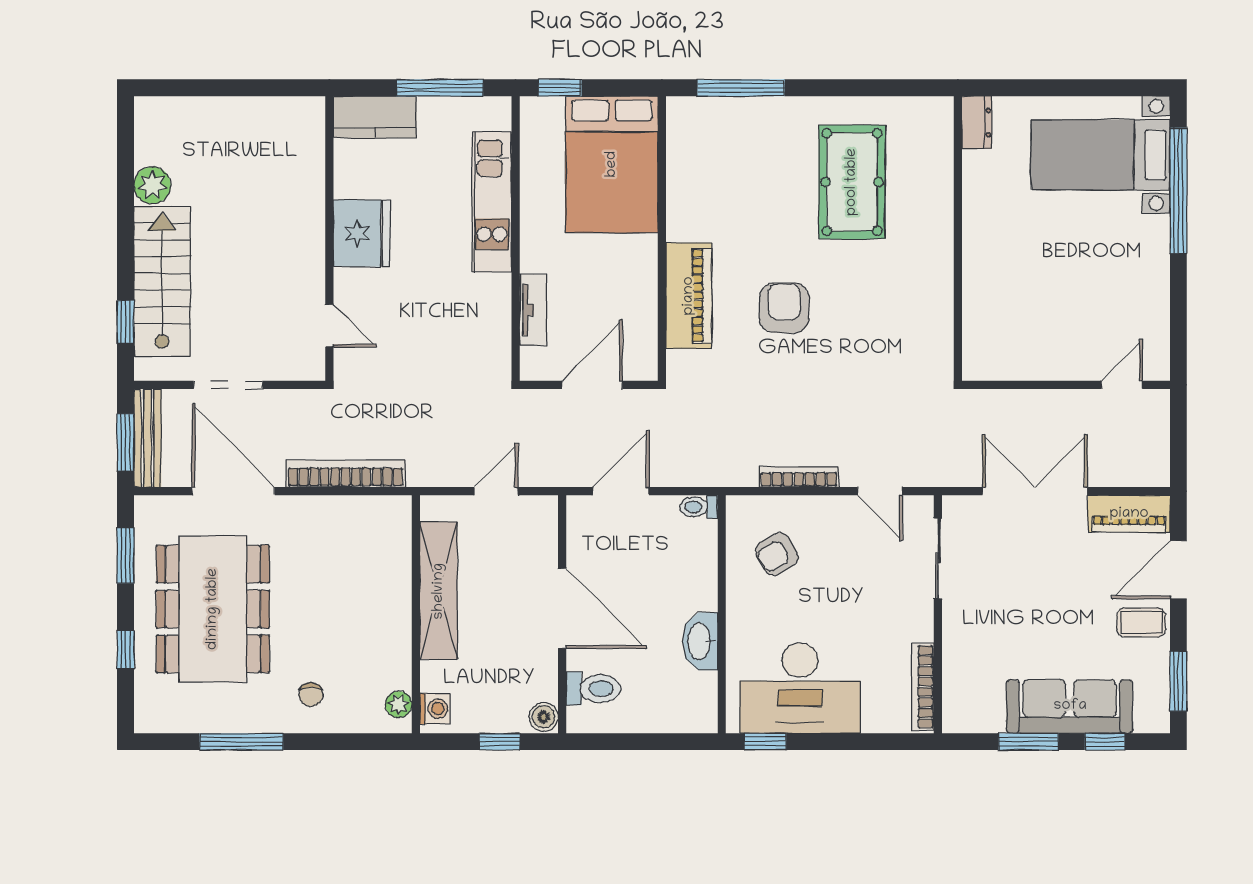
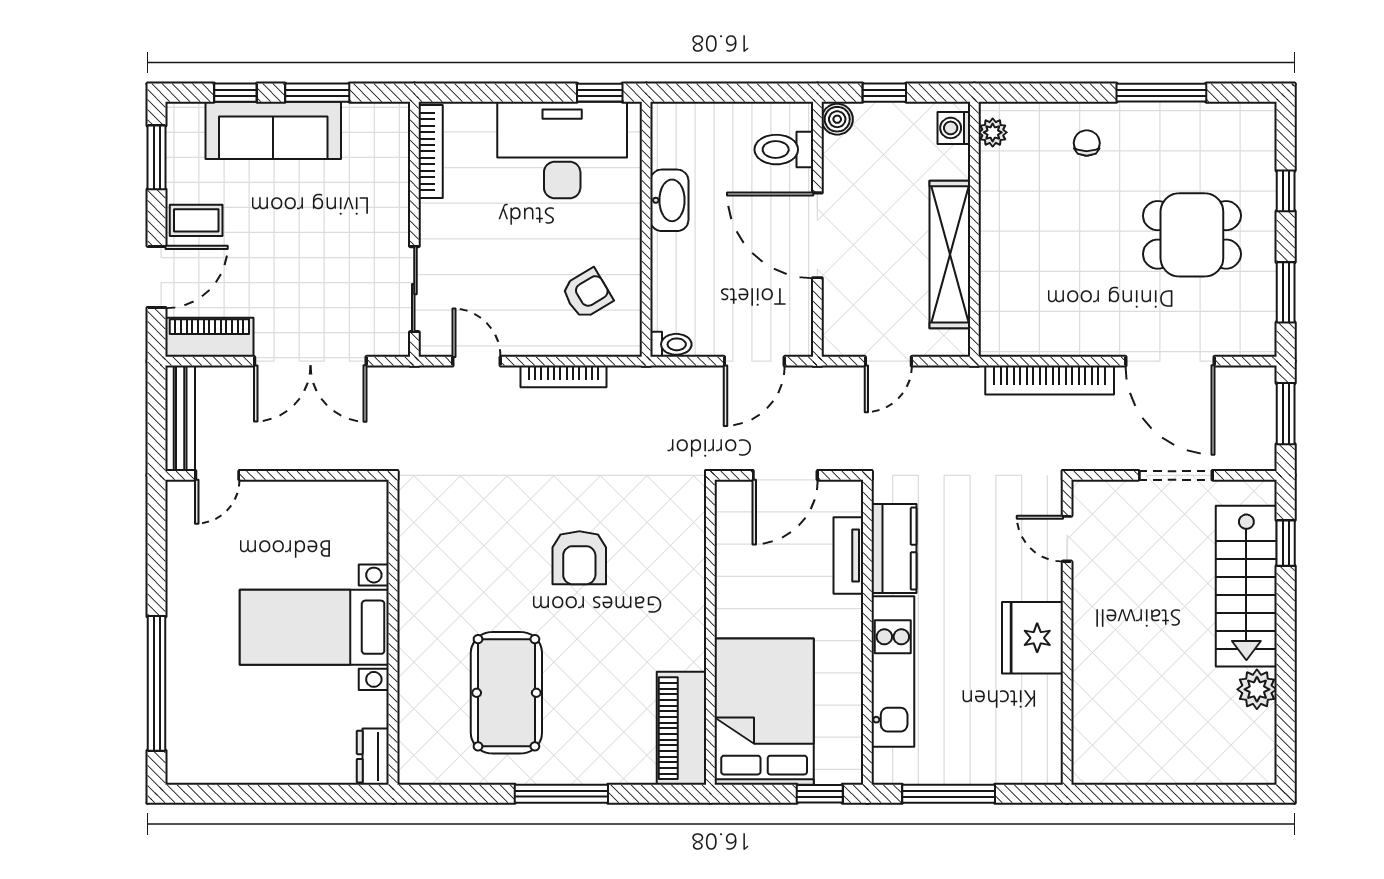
window: (741, 88) -> (561, 794), moved
kitchen counter: (375, 117) -> (894, 549), moved, turned 90
bed with nightstands: (1101, 155) -> (314, 627), moved, turned 180
piano: (689, 296) -> (681, 728), moved
bench: (147, 438) -> (180, 418), moved
dining table: (213, 609) -> (1192, 235), width x0.53, depth x0.80

